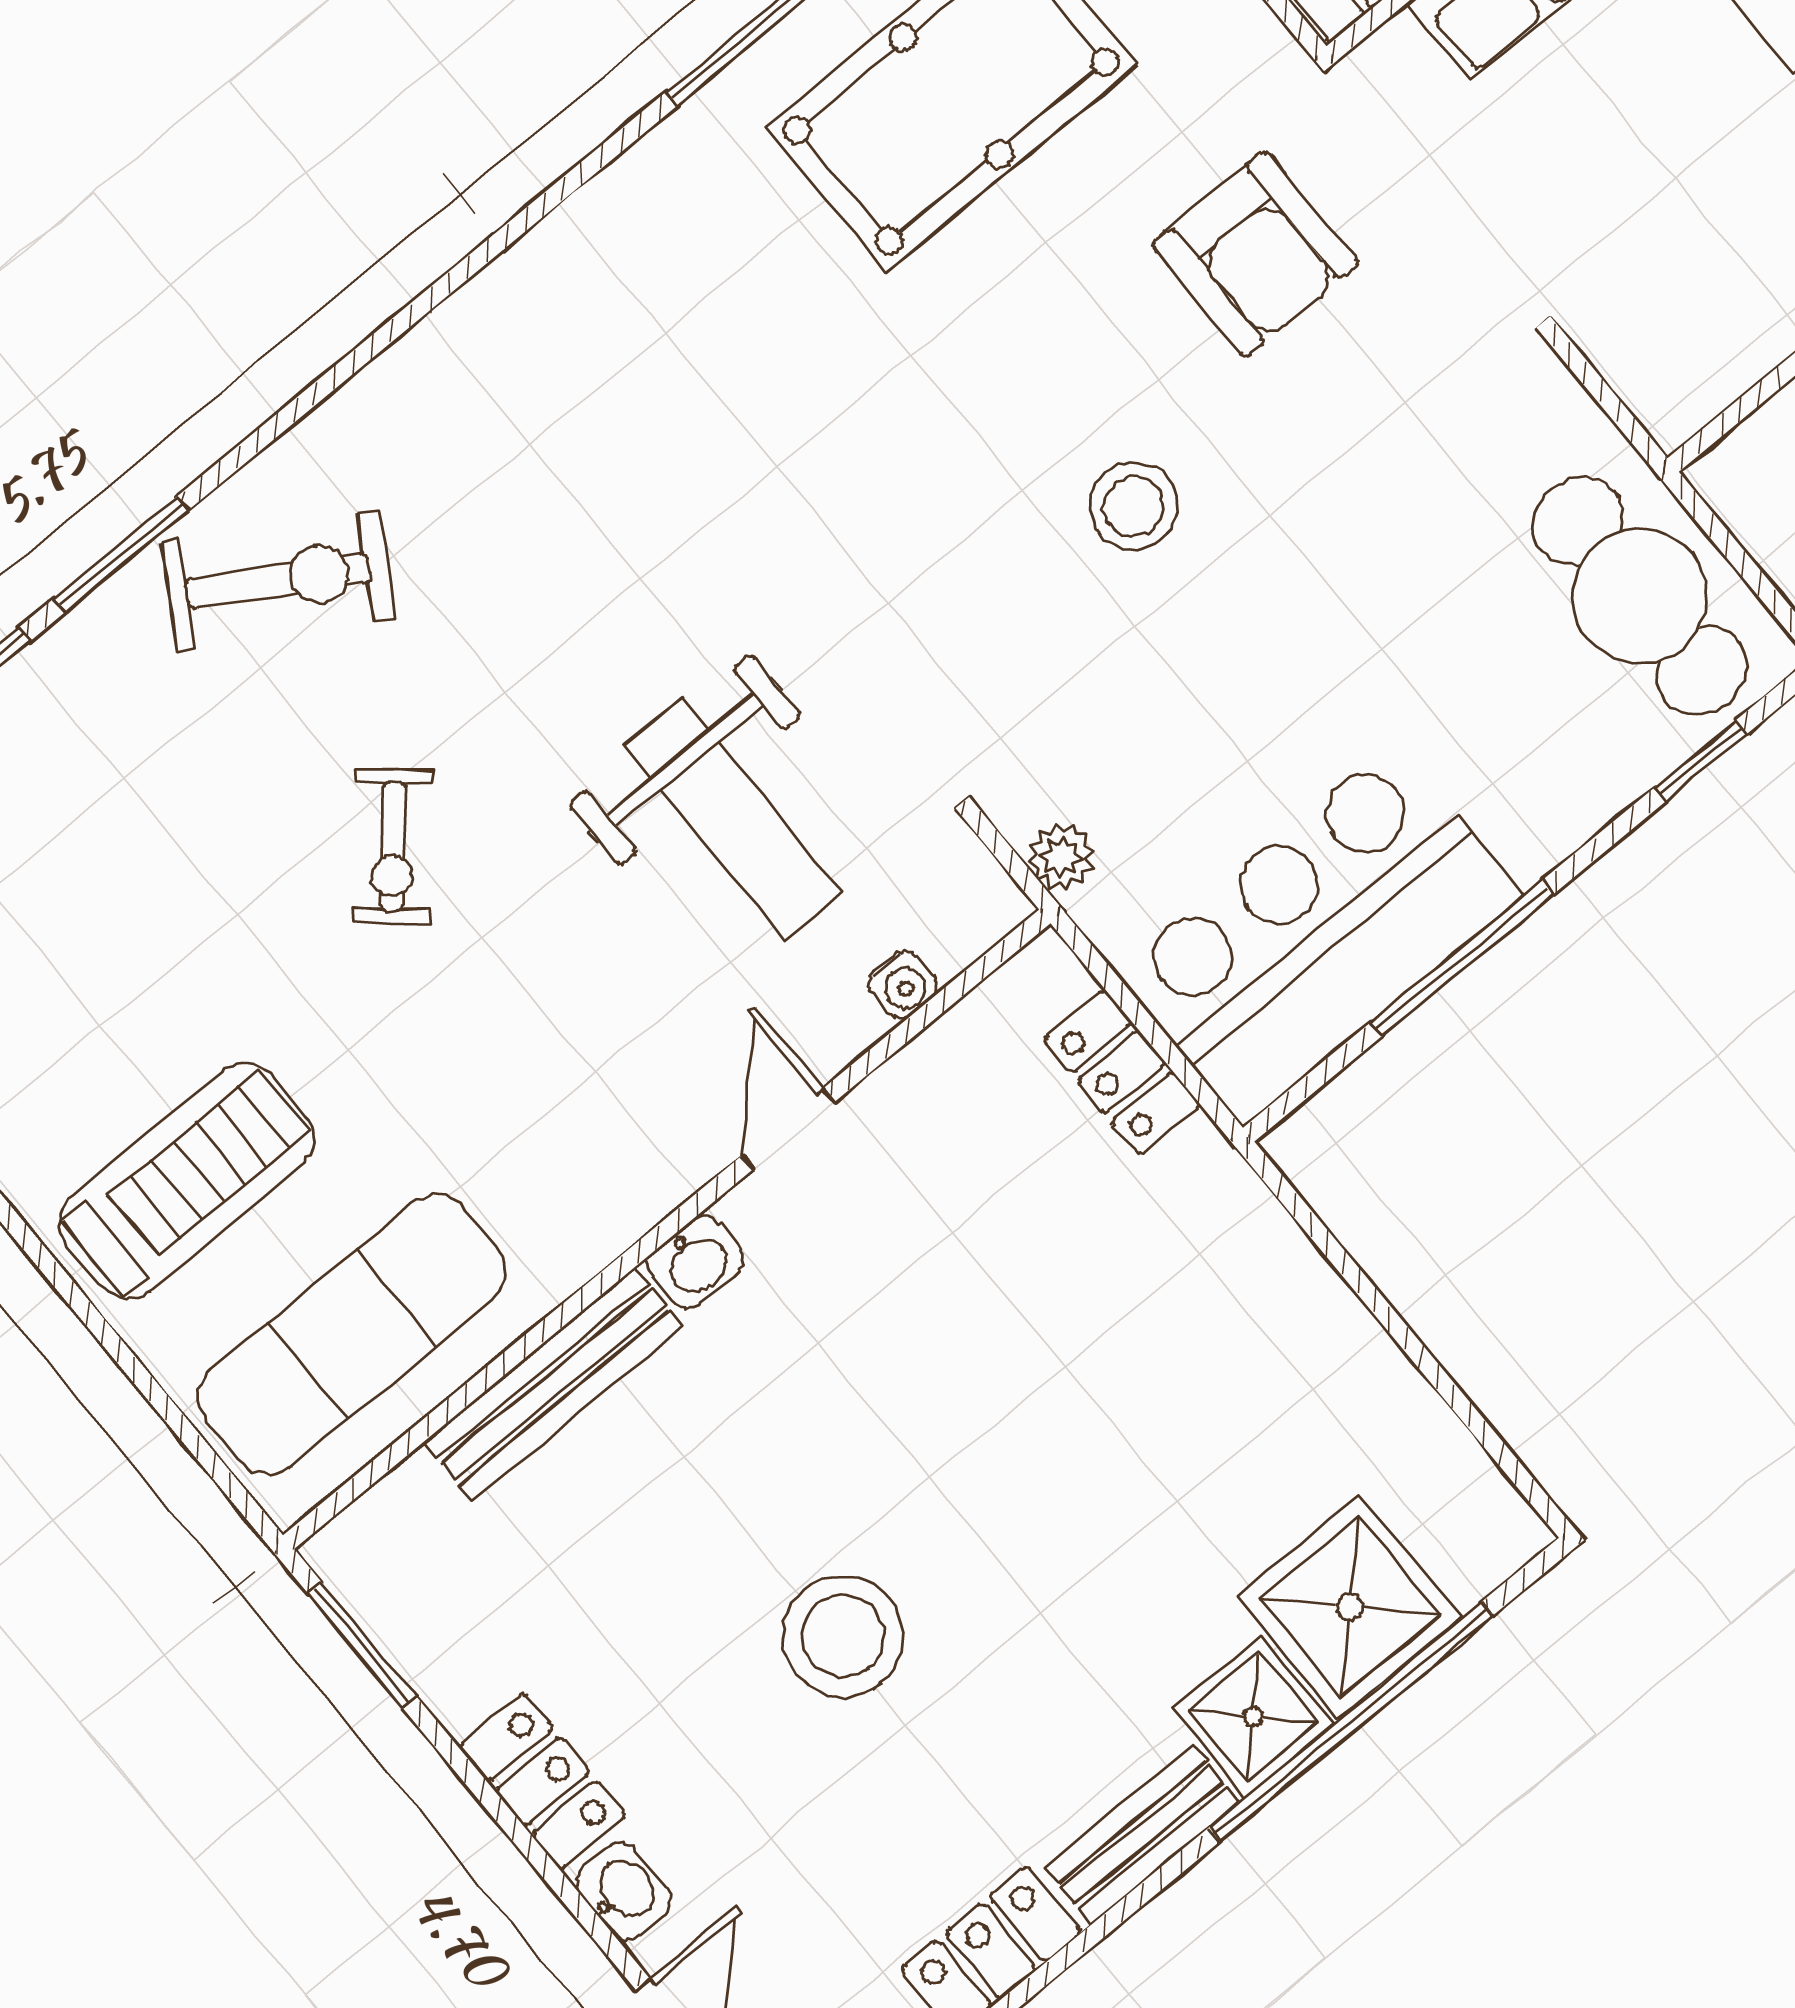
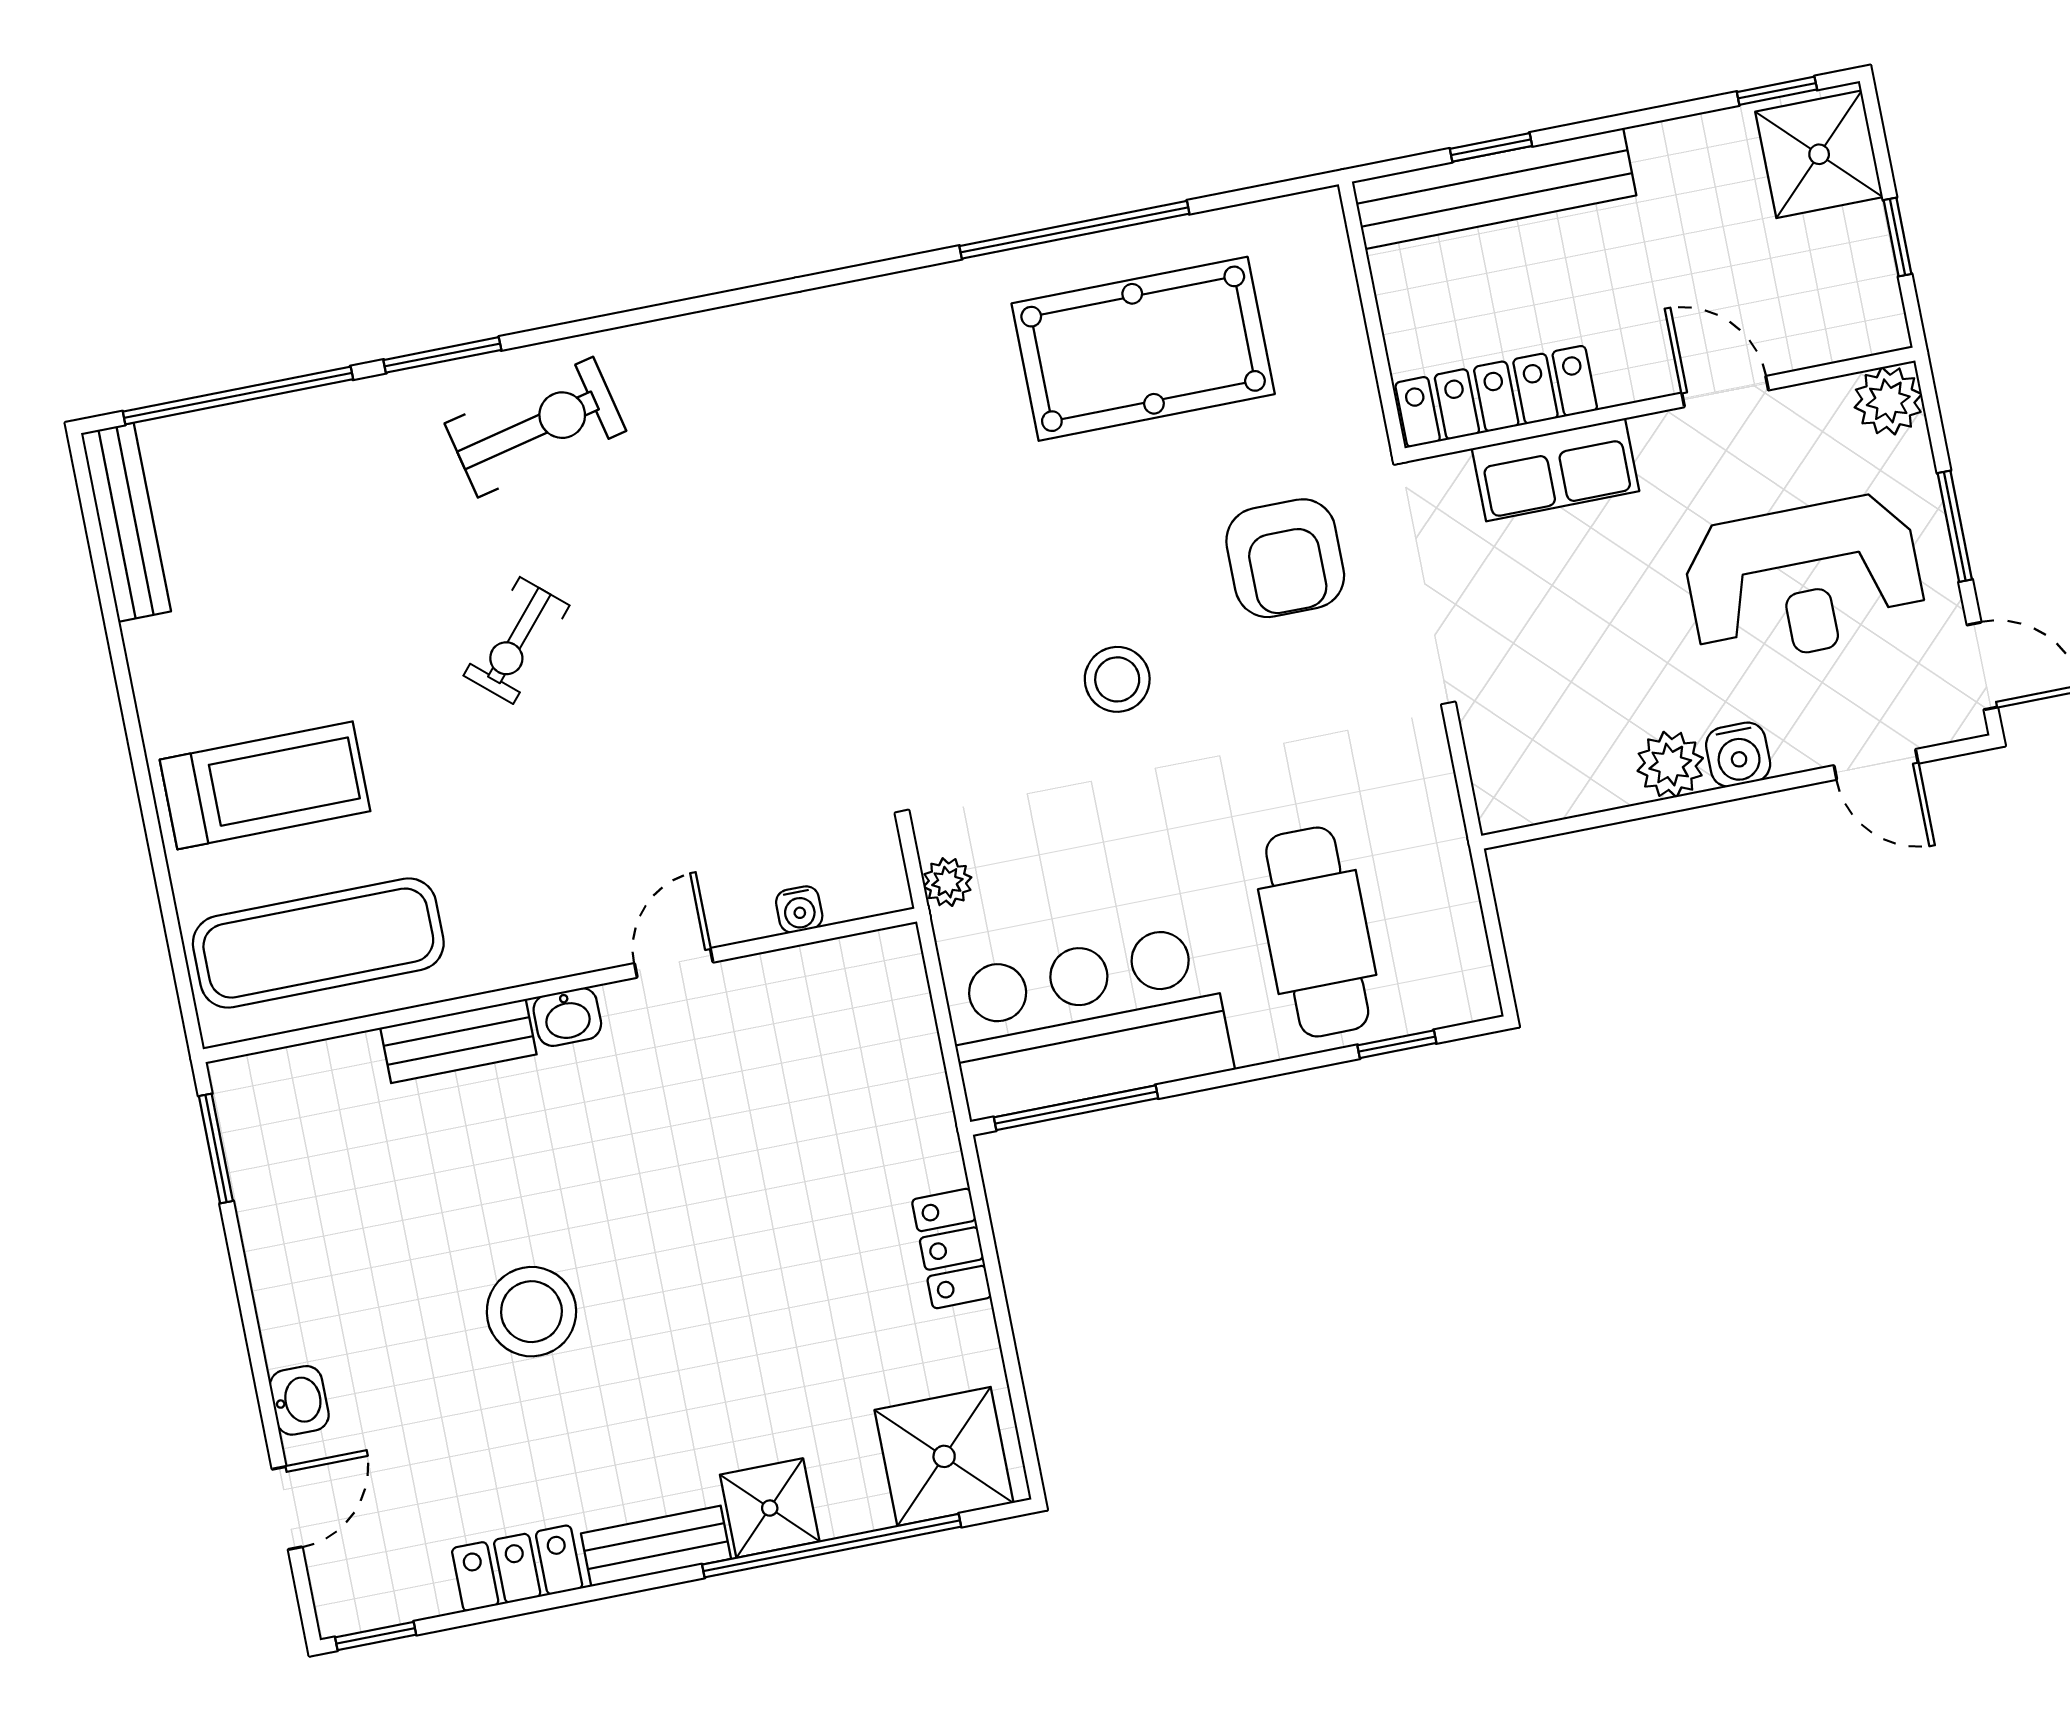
exercise bike: (278, 580) -> (535, 427), turned -44
cafe table: (1640, 596) -> (1317, 932), moved
weight bench: (733, 819) -> (748, 742), removed
window: (1462, 958) -> (1076, 1108), moved
locker: (1122, 1072) -> (952, 1249), moved
bench: (553, 1384) -> (458, 1041), width x0.73
shower: (1350, 1607) -> (944, 1456), moved
locker: (542, 1781) -> (285, 1300), removed

